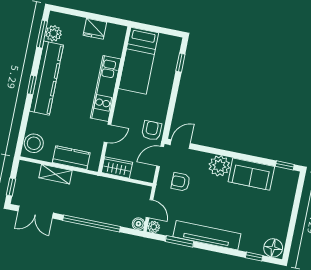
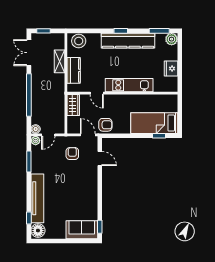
plant: (54, 33) -> (172, 39), moved
bed: (139, 61) -> (154, 123), moved
door: (180, 144) -> (100, 159), moved
plant: (219, 166) -> (90, 179), removed
sofa: (251, 174) -> (82, 230), moved, turned 90
tv unit: (207, 235) -> (37, 198), moved

